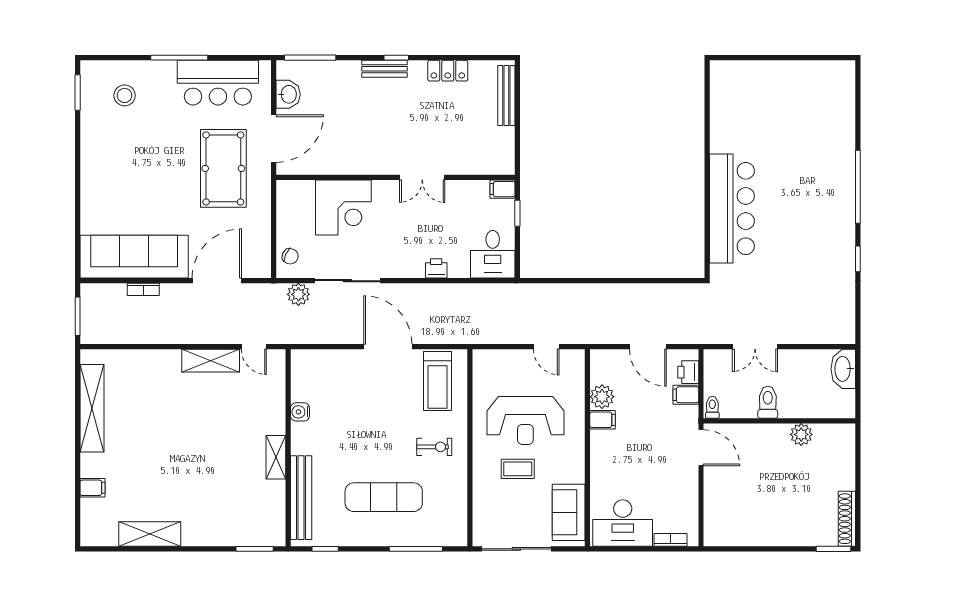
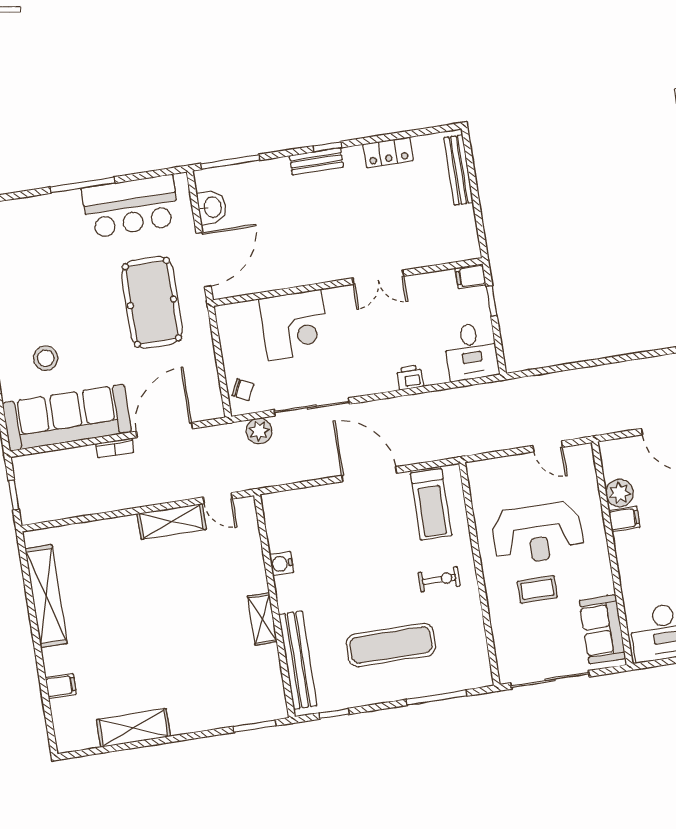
stool: (125, 95) -> (46, 358), moved
bookcase: (143, 289) -> (115, 448), moved
window: (78, 316) -> (14, 495), width x0.67

